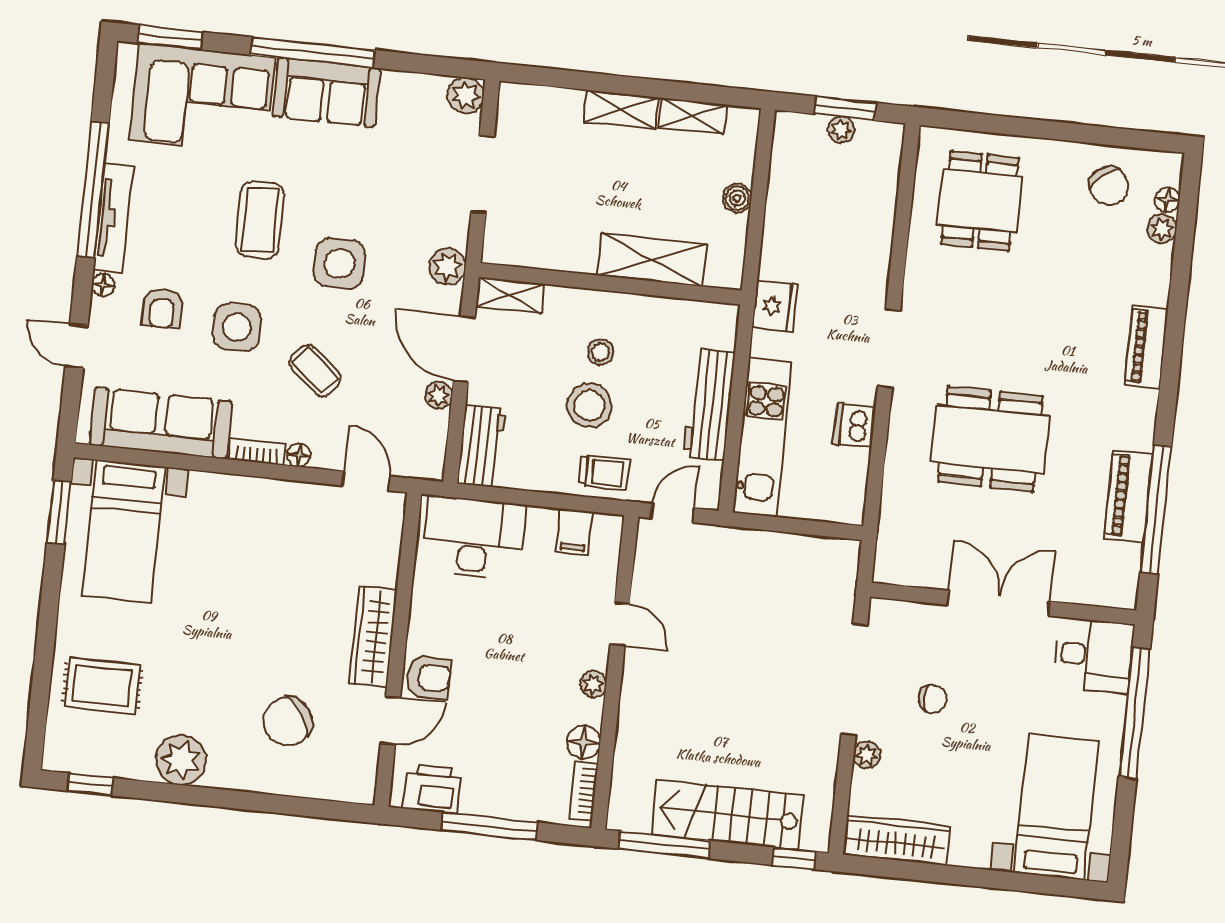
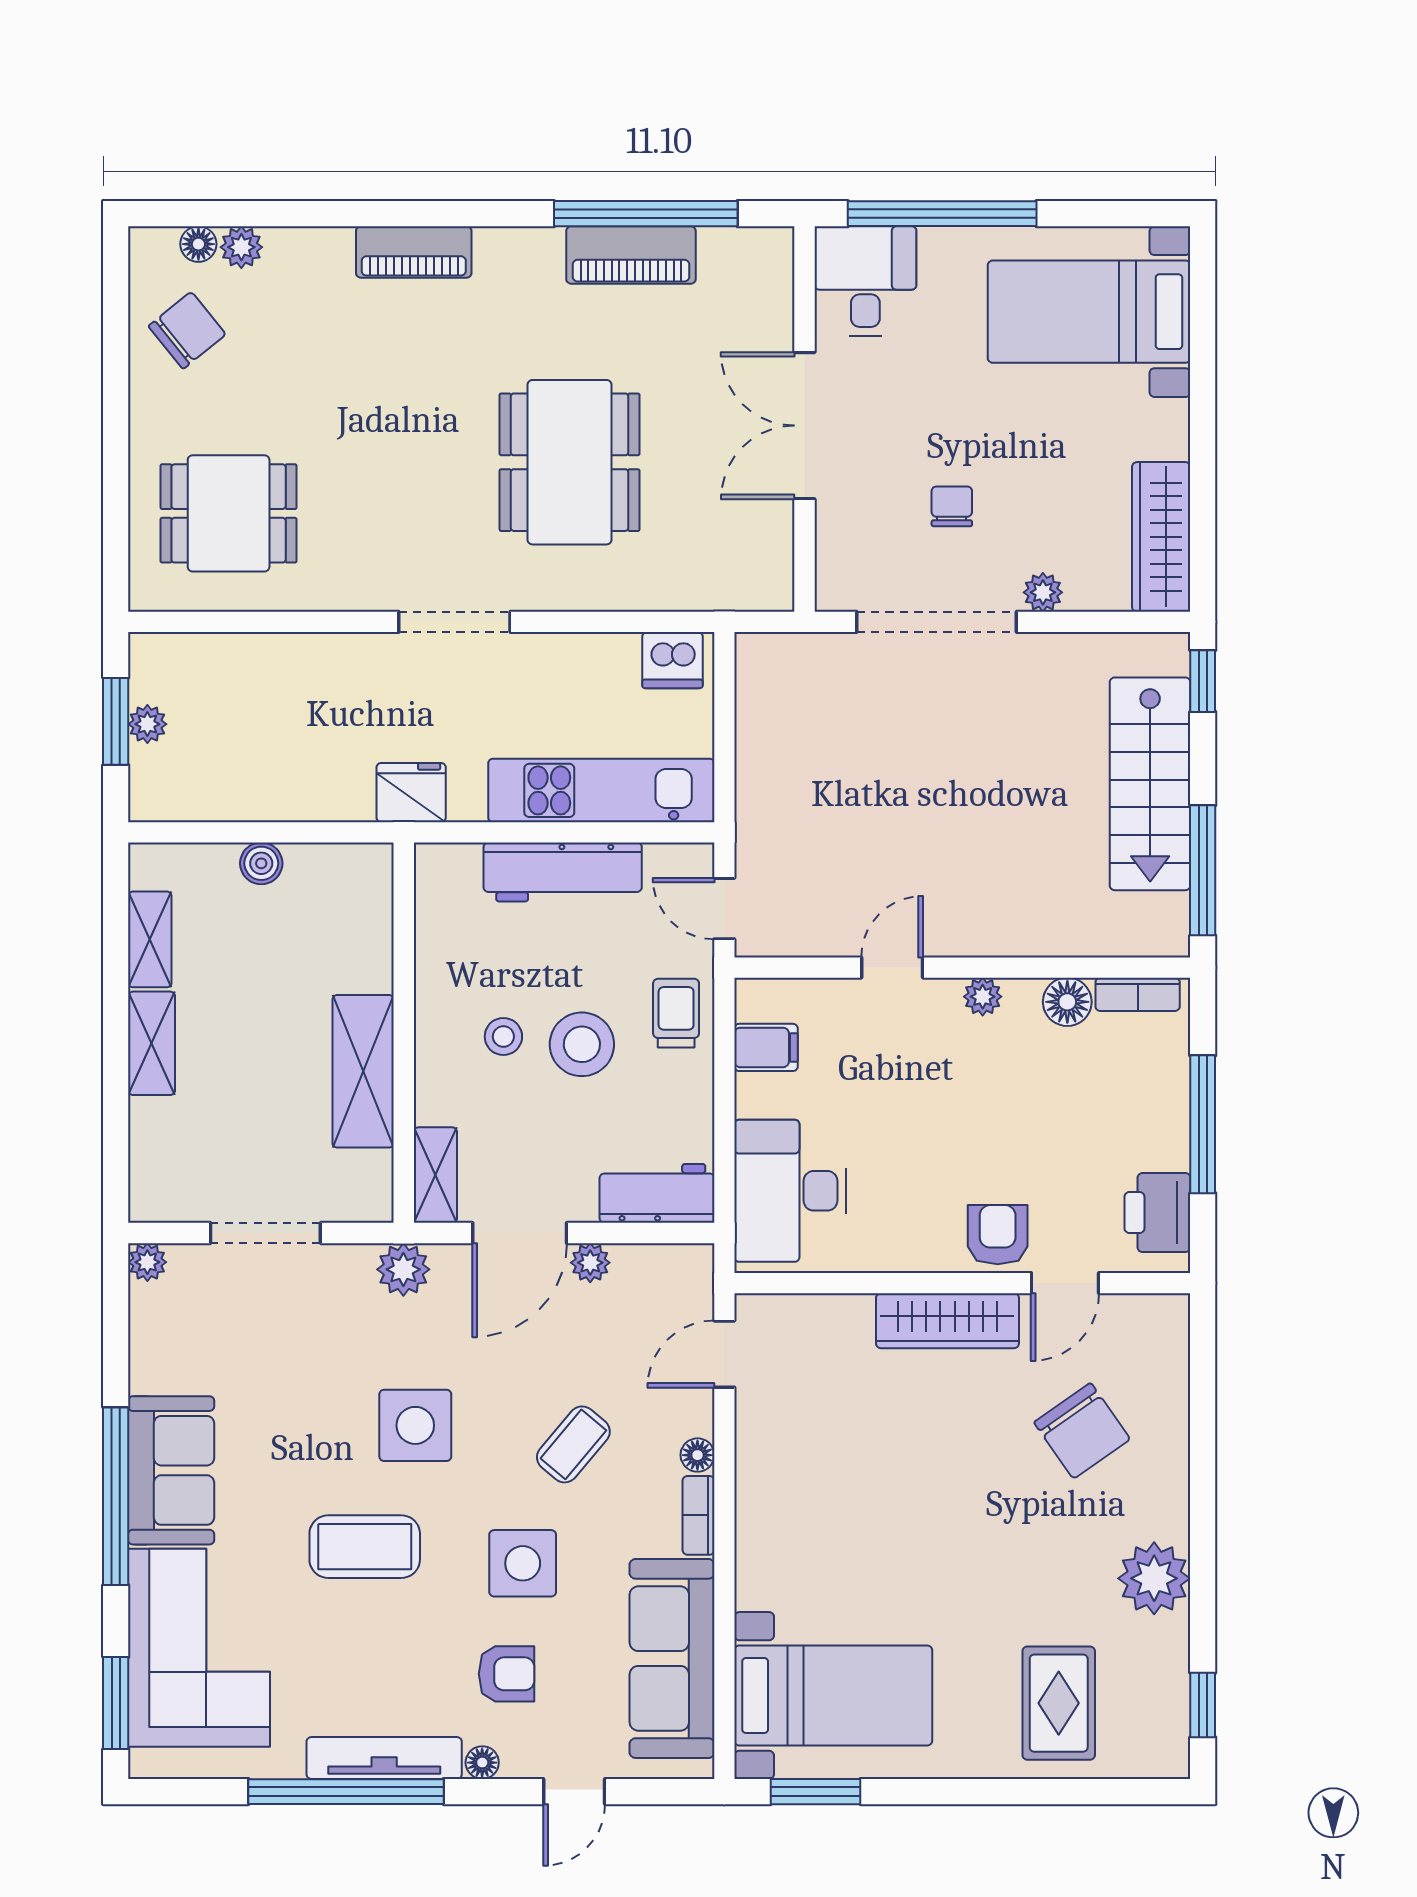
plant: (466, 95) -> (147, 1262), width x0.73, depth x0.73
shelving: (652, 260) -> (363, 1071), moved
dishwasher: (854, 425) -> (672, 660), moved
door: (390, 720) -> (1065, 1283), swing flipped

